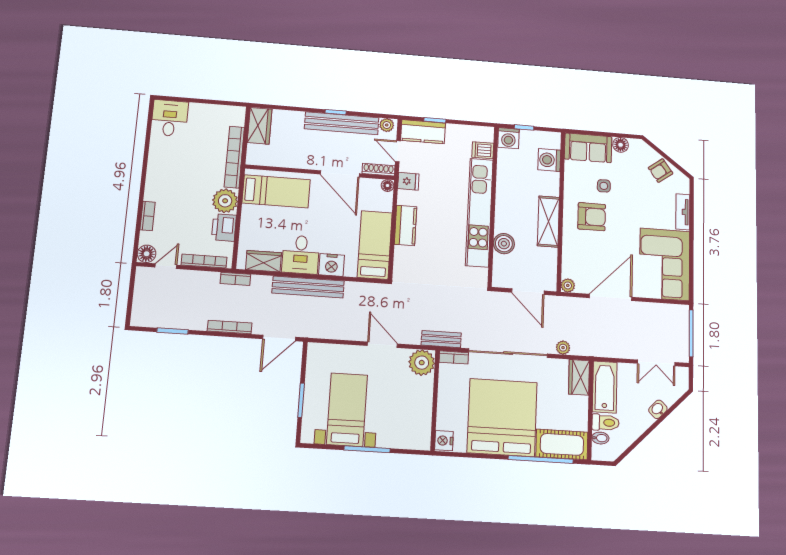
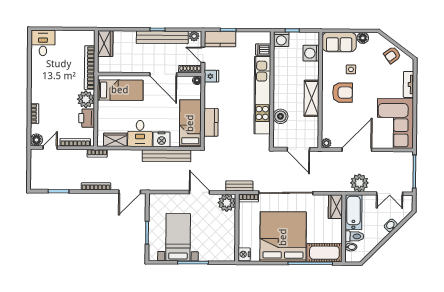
kitchen counter: (406, 225) -> (211, 122), moved
bench: (308, 287) -> (167, 156), moved
plant: (563, 348) -> (359, 183), moved, width x1.87, depth x1.87

